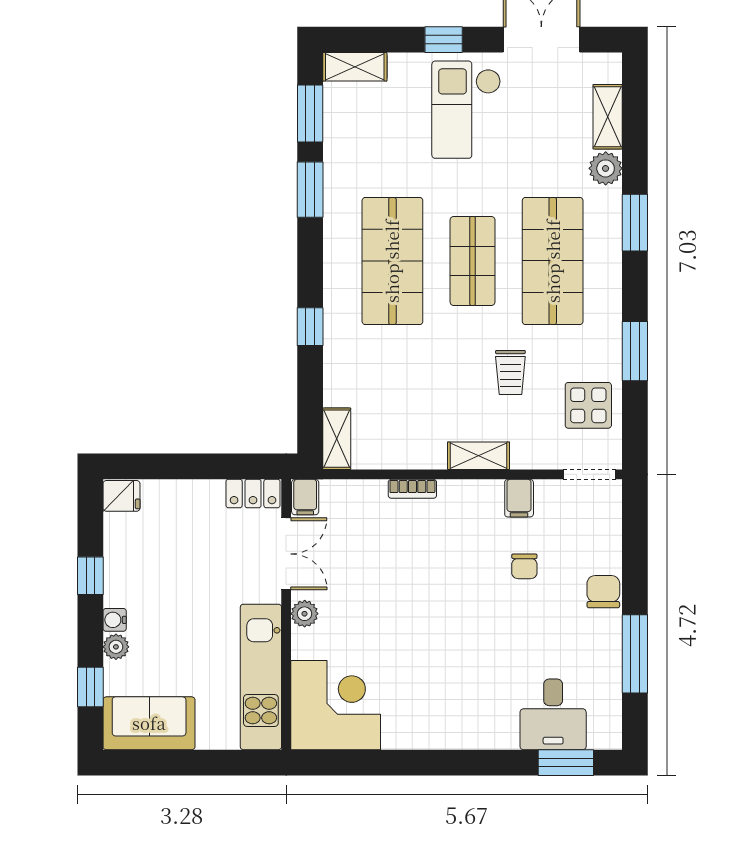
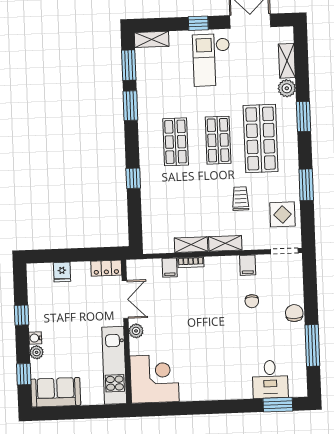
shop shelf: (392, 261) -> (176, 142), width x0.70, depth x0.74
trolley: (510, 372) -> (240, 199), turned 180
shelving: (337, 439) -> (191, 245), moved, turned 90
fridge: (121, 496) -> (62, 272), moved, turned 90
filing cabinet: (305, 497) -> (170, 268), moved

